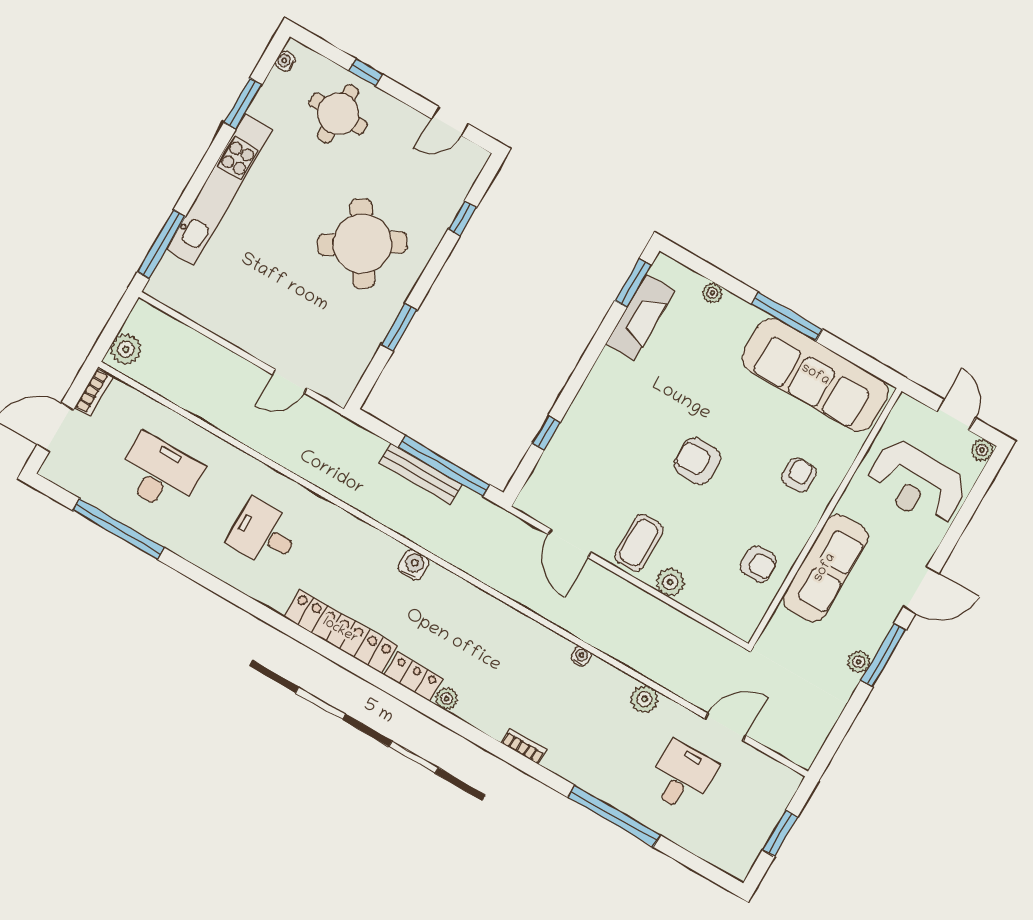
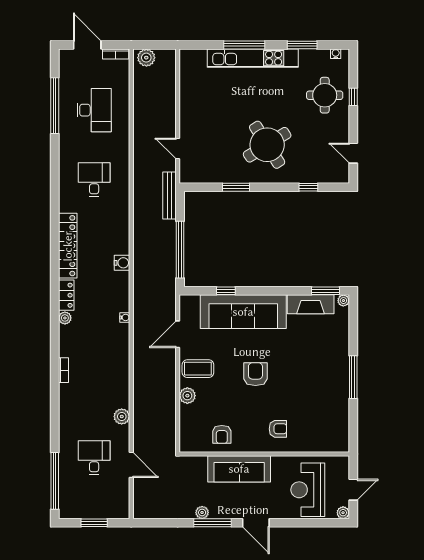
window: (161, 244) -> (244, 45), moved
plant: (712, 293) -> (343, 301), moved
sofa: (815, 375) -> (243, 312), moved, turned -90
bench: (421, 474) -> (169, 195), moved
water cooler: (581, 656) -> (125, 317), moved
desk: (682, 776) -> (94, 458), turned -90
window: (614, 816) -> (55, 481), moved

